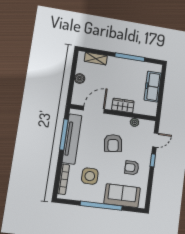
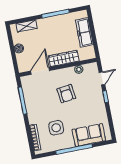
wardrobe: (123, 106) -> (64, 58), width x1.50
tv unit: (72, 139) -> (30, 102), removed
armchair: (132, 168) -> (89, 109), removed

